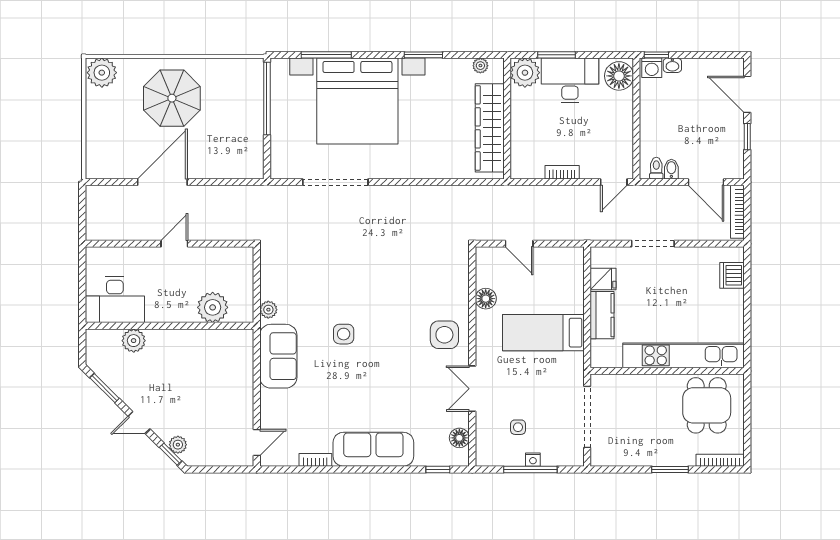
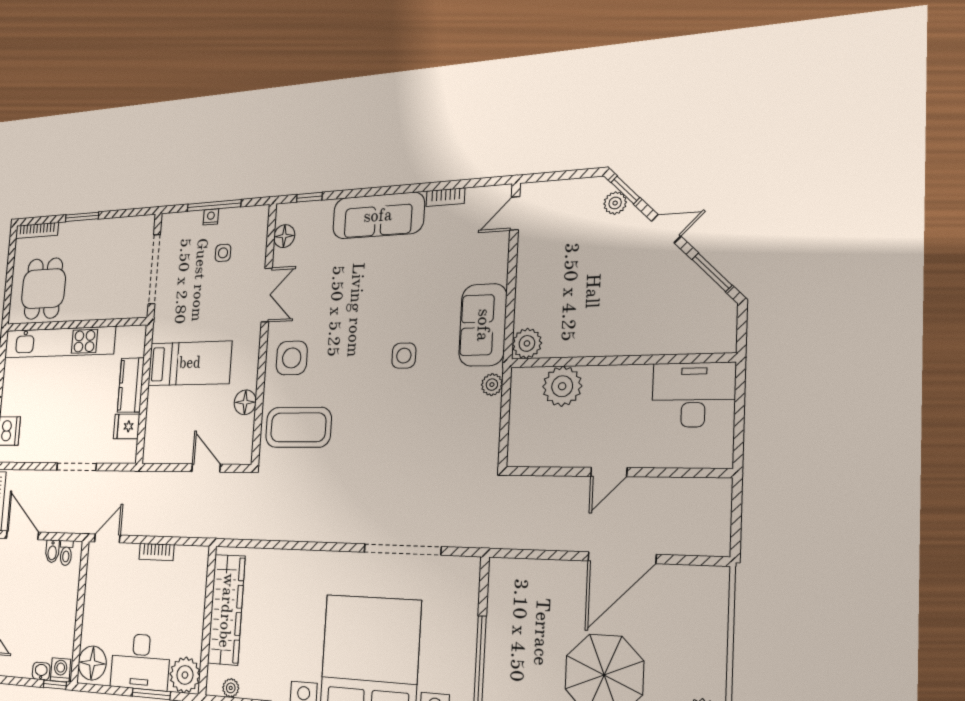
coffee table: (434, 277) -> (298, 427), added
plant: (134, 341) -> (527, 343), moved

